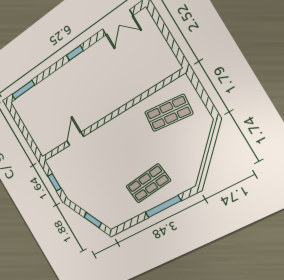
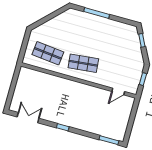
door: (75, 139) -> (118, 92), moved
shop shelf: (148, 183) -> (83, 63), moved

